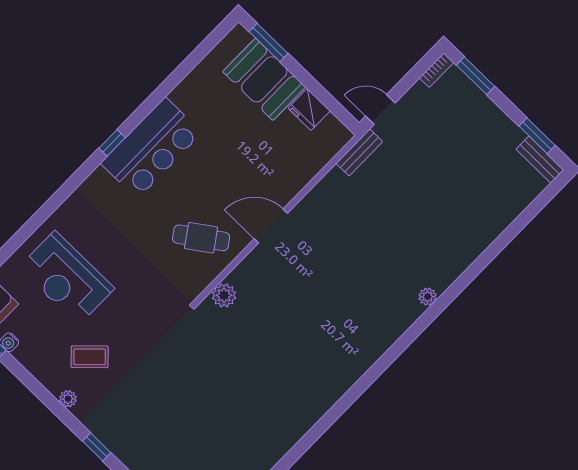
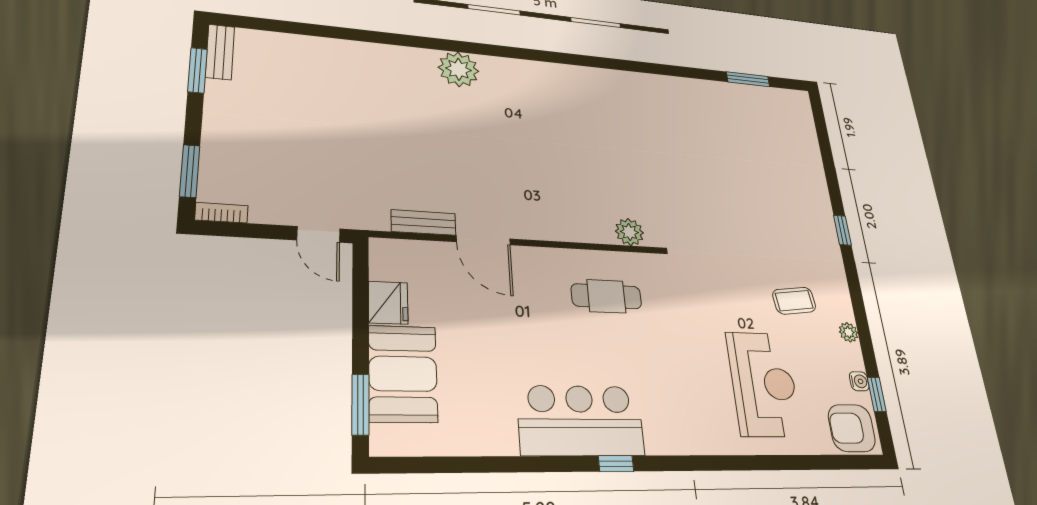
bench: (359, 152) -> (423, 223), moved
door: (271, 226) -> (483, 240), moved
cafe table: (201, 238) -> (606, 296), turned -55
plant: (428, 297) -> (459, 69), width x1.88, depth x1.88
coffee table: (90, 357) -> (794, 301), turned -53
plant: (68, 399) -> (849, 332), moved

